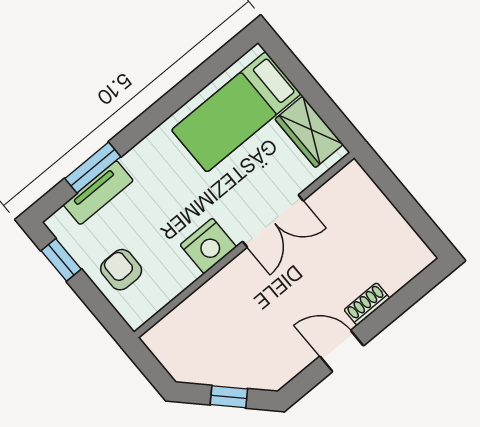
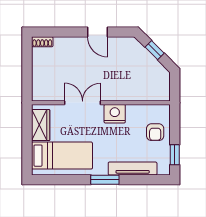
window: (93, 168) -> (105, 180), moved
tv unit: (98, 193) -> (133, 169), width x1.41
shoe rack: (367, 304) -> (42, 42), moved

